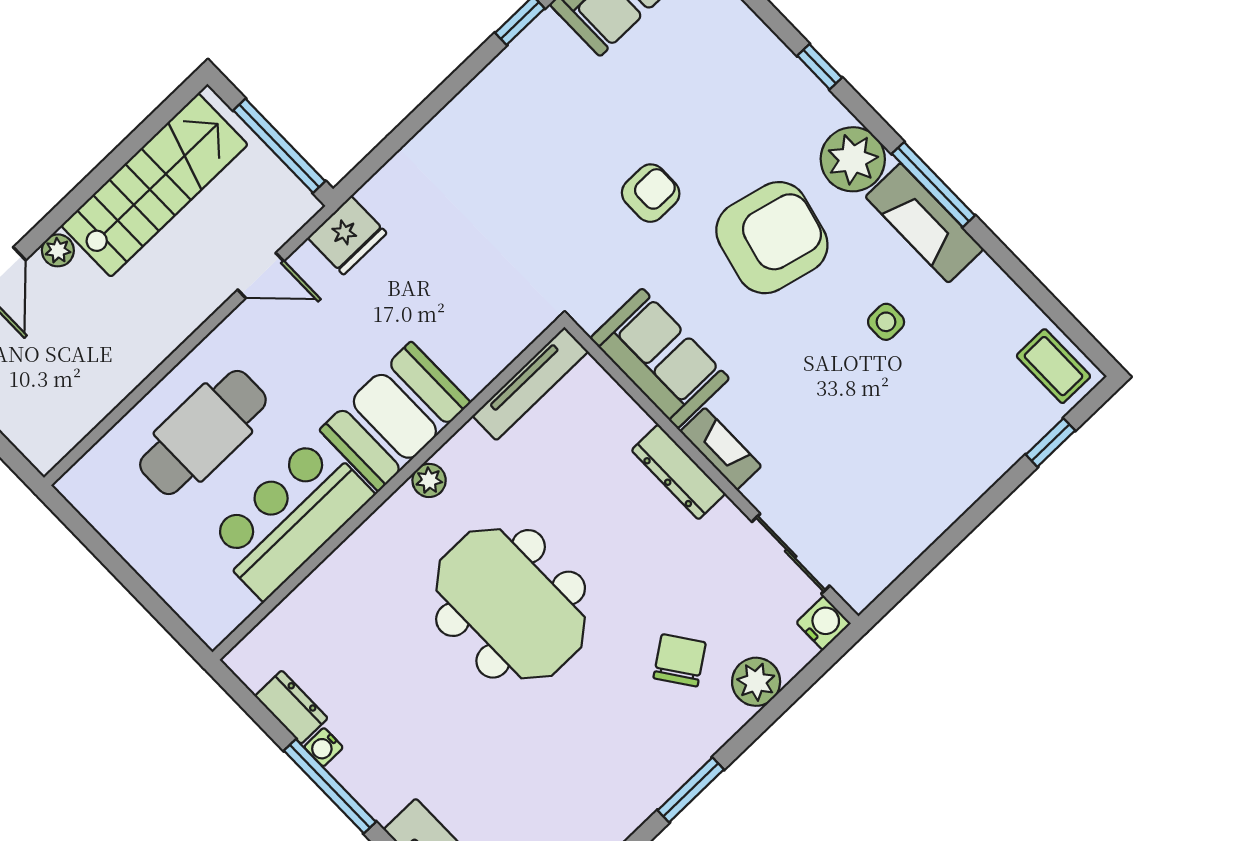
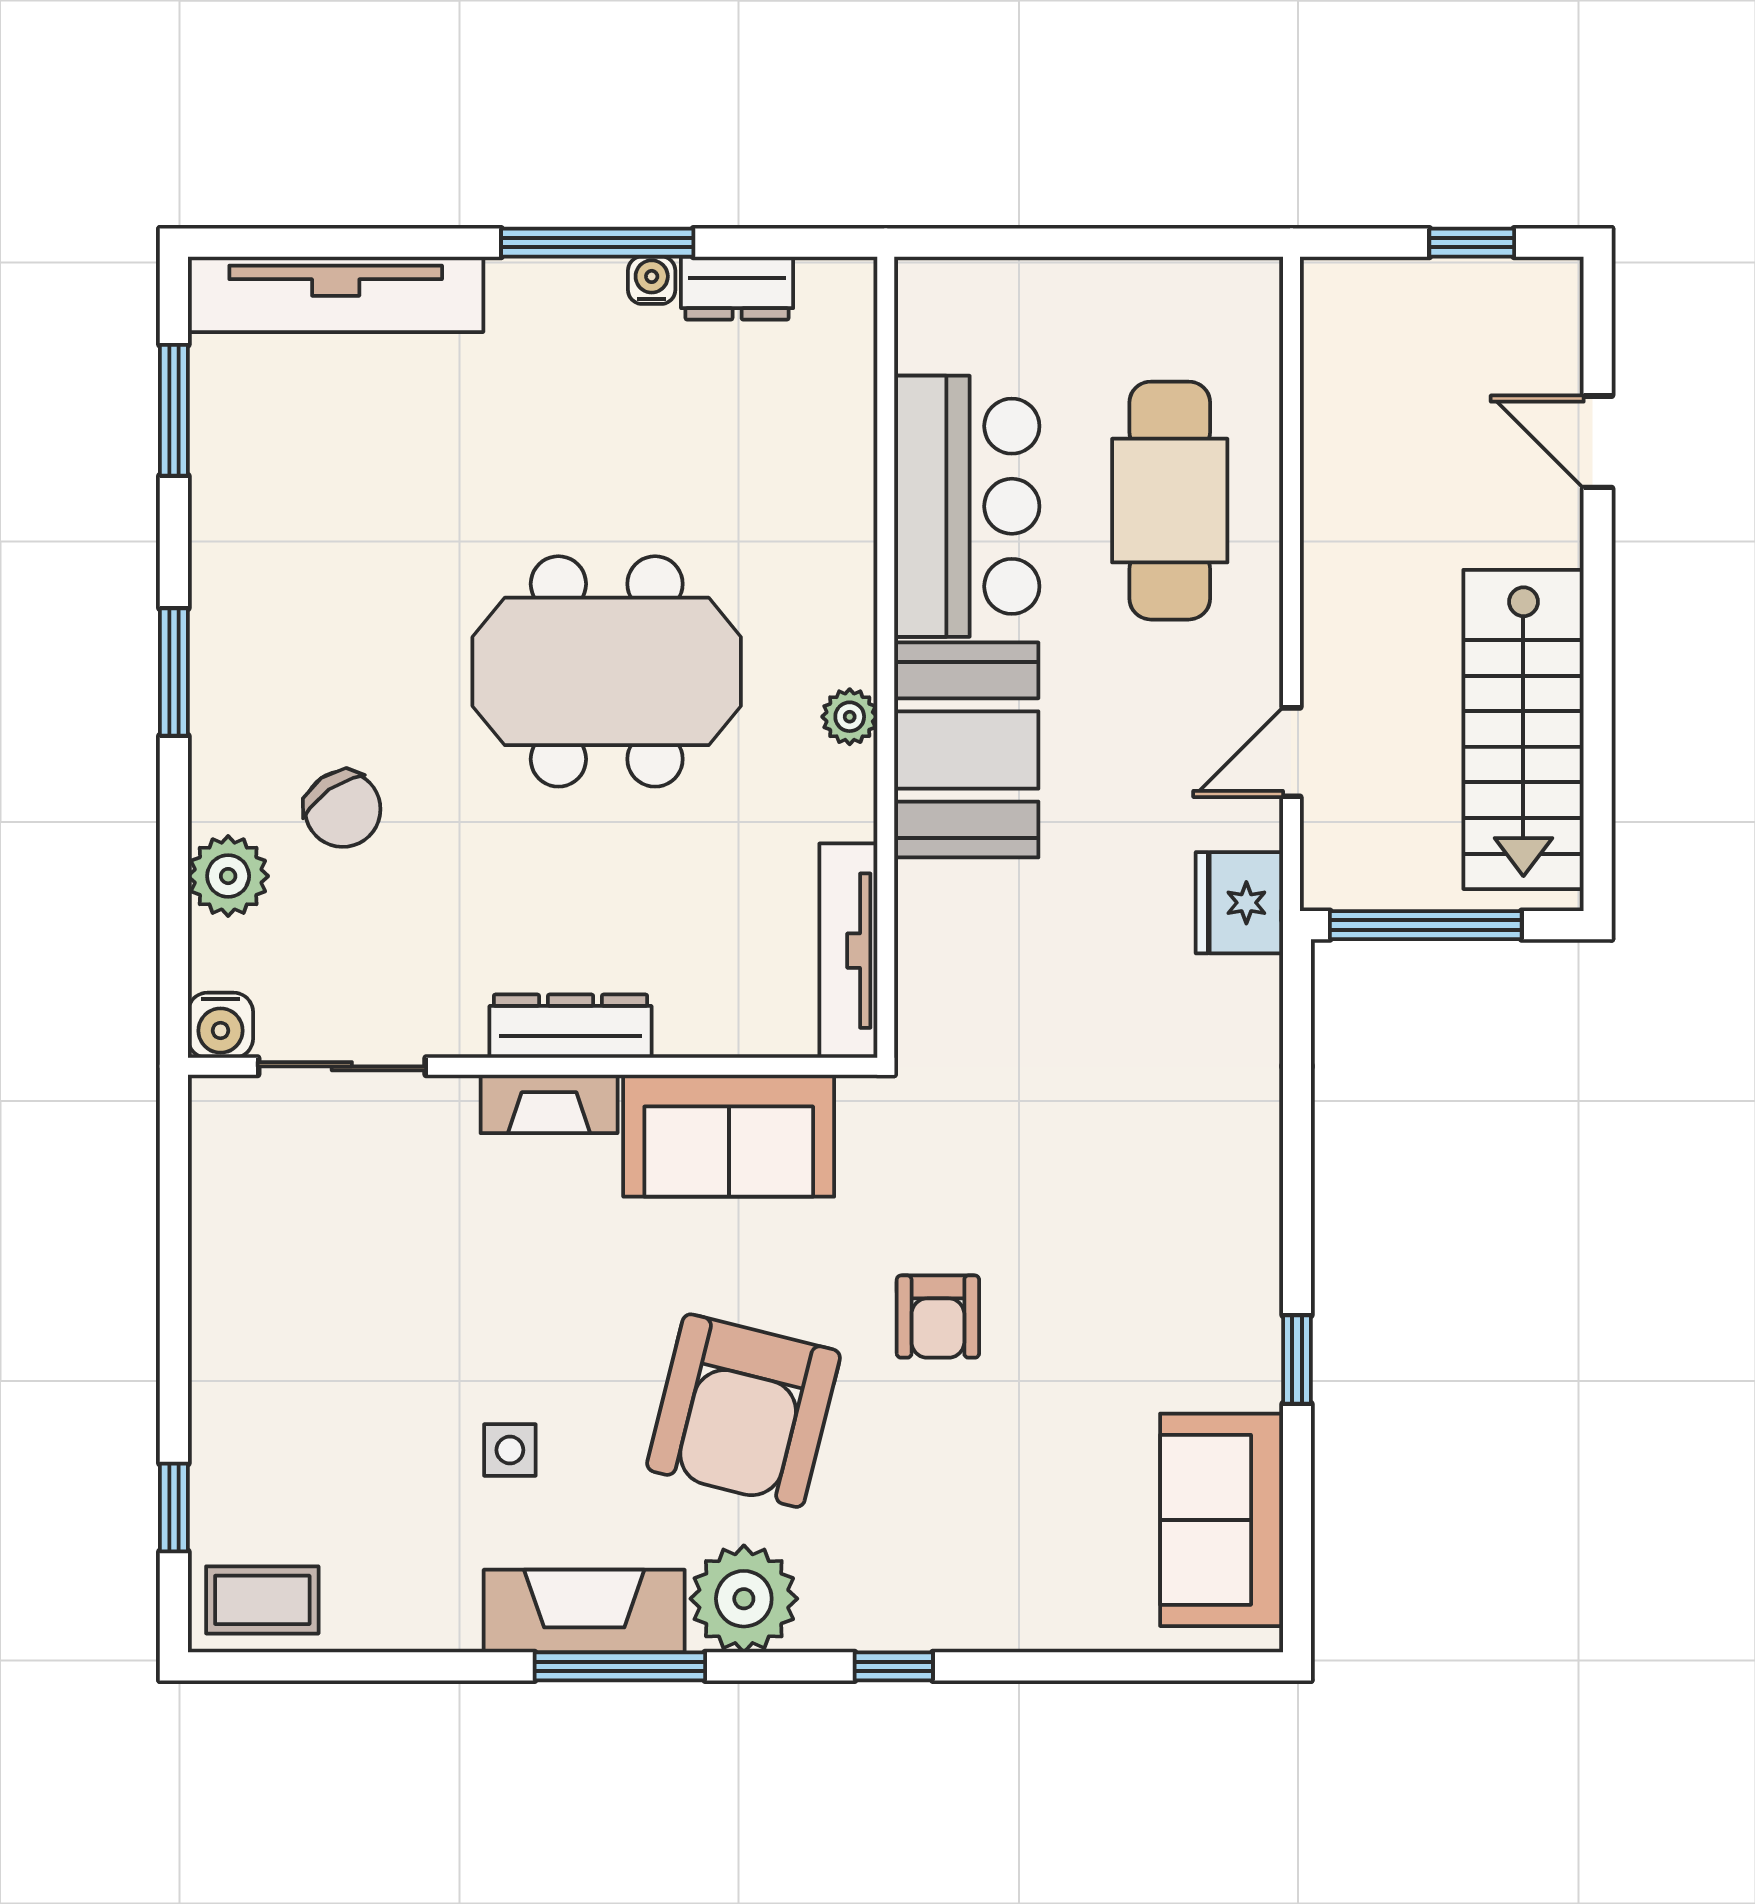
plant: (58, 250) -> (1557, 538), removed

